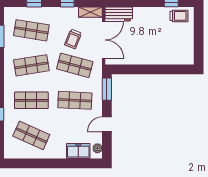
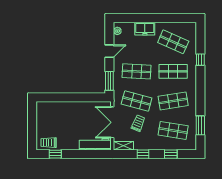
workbench: (119, 14) -> (95, 144), width x1.38
freezer: (78, 151) -> (145, 29), moved

